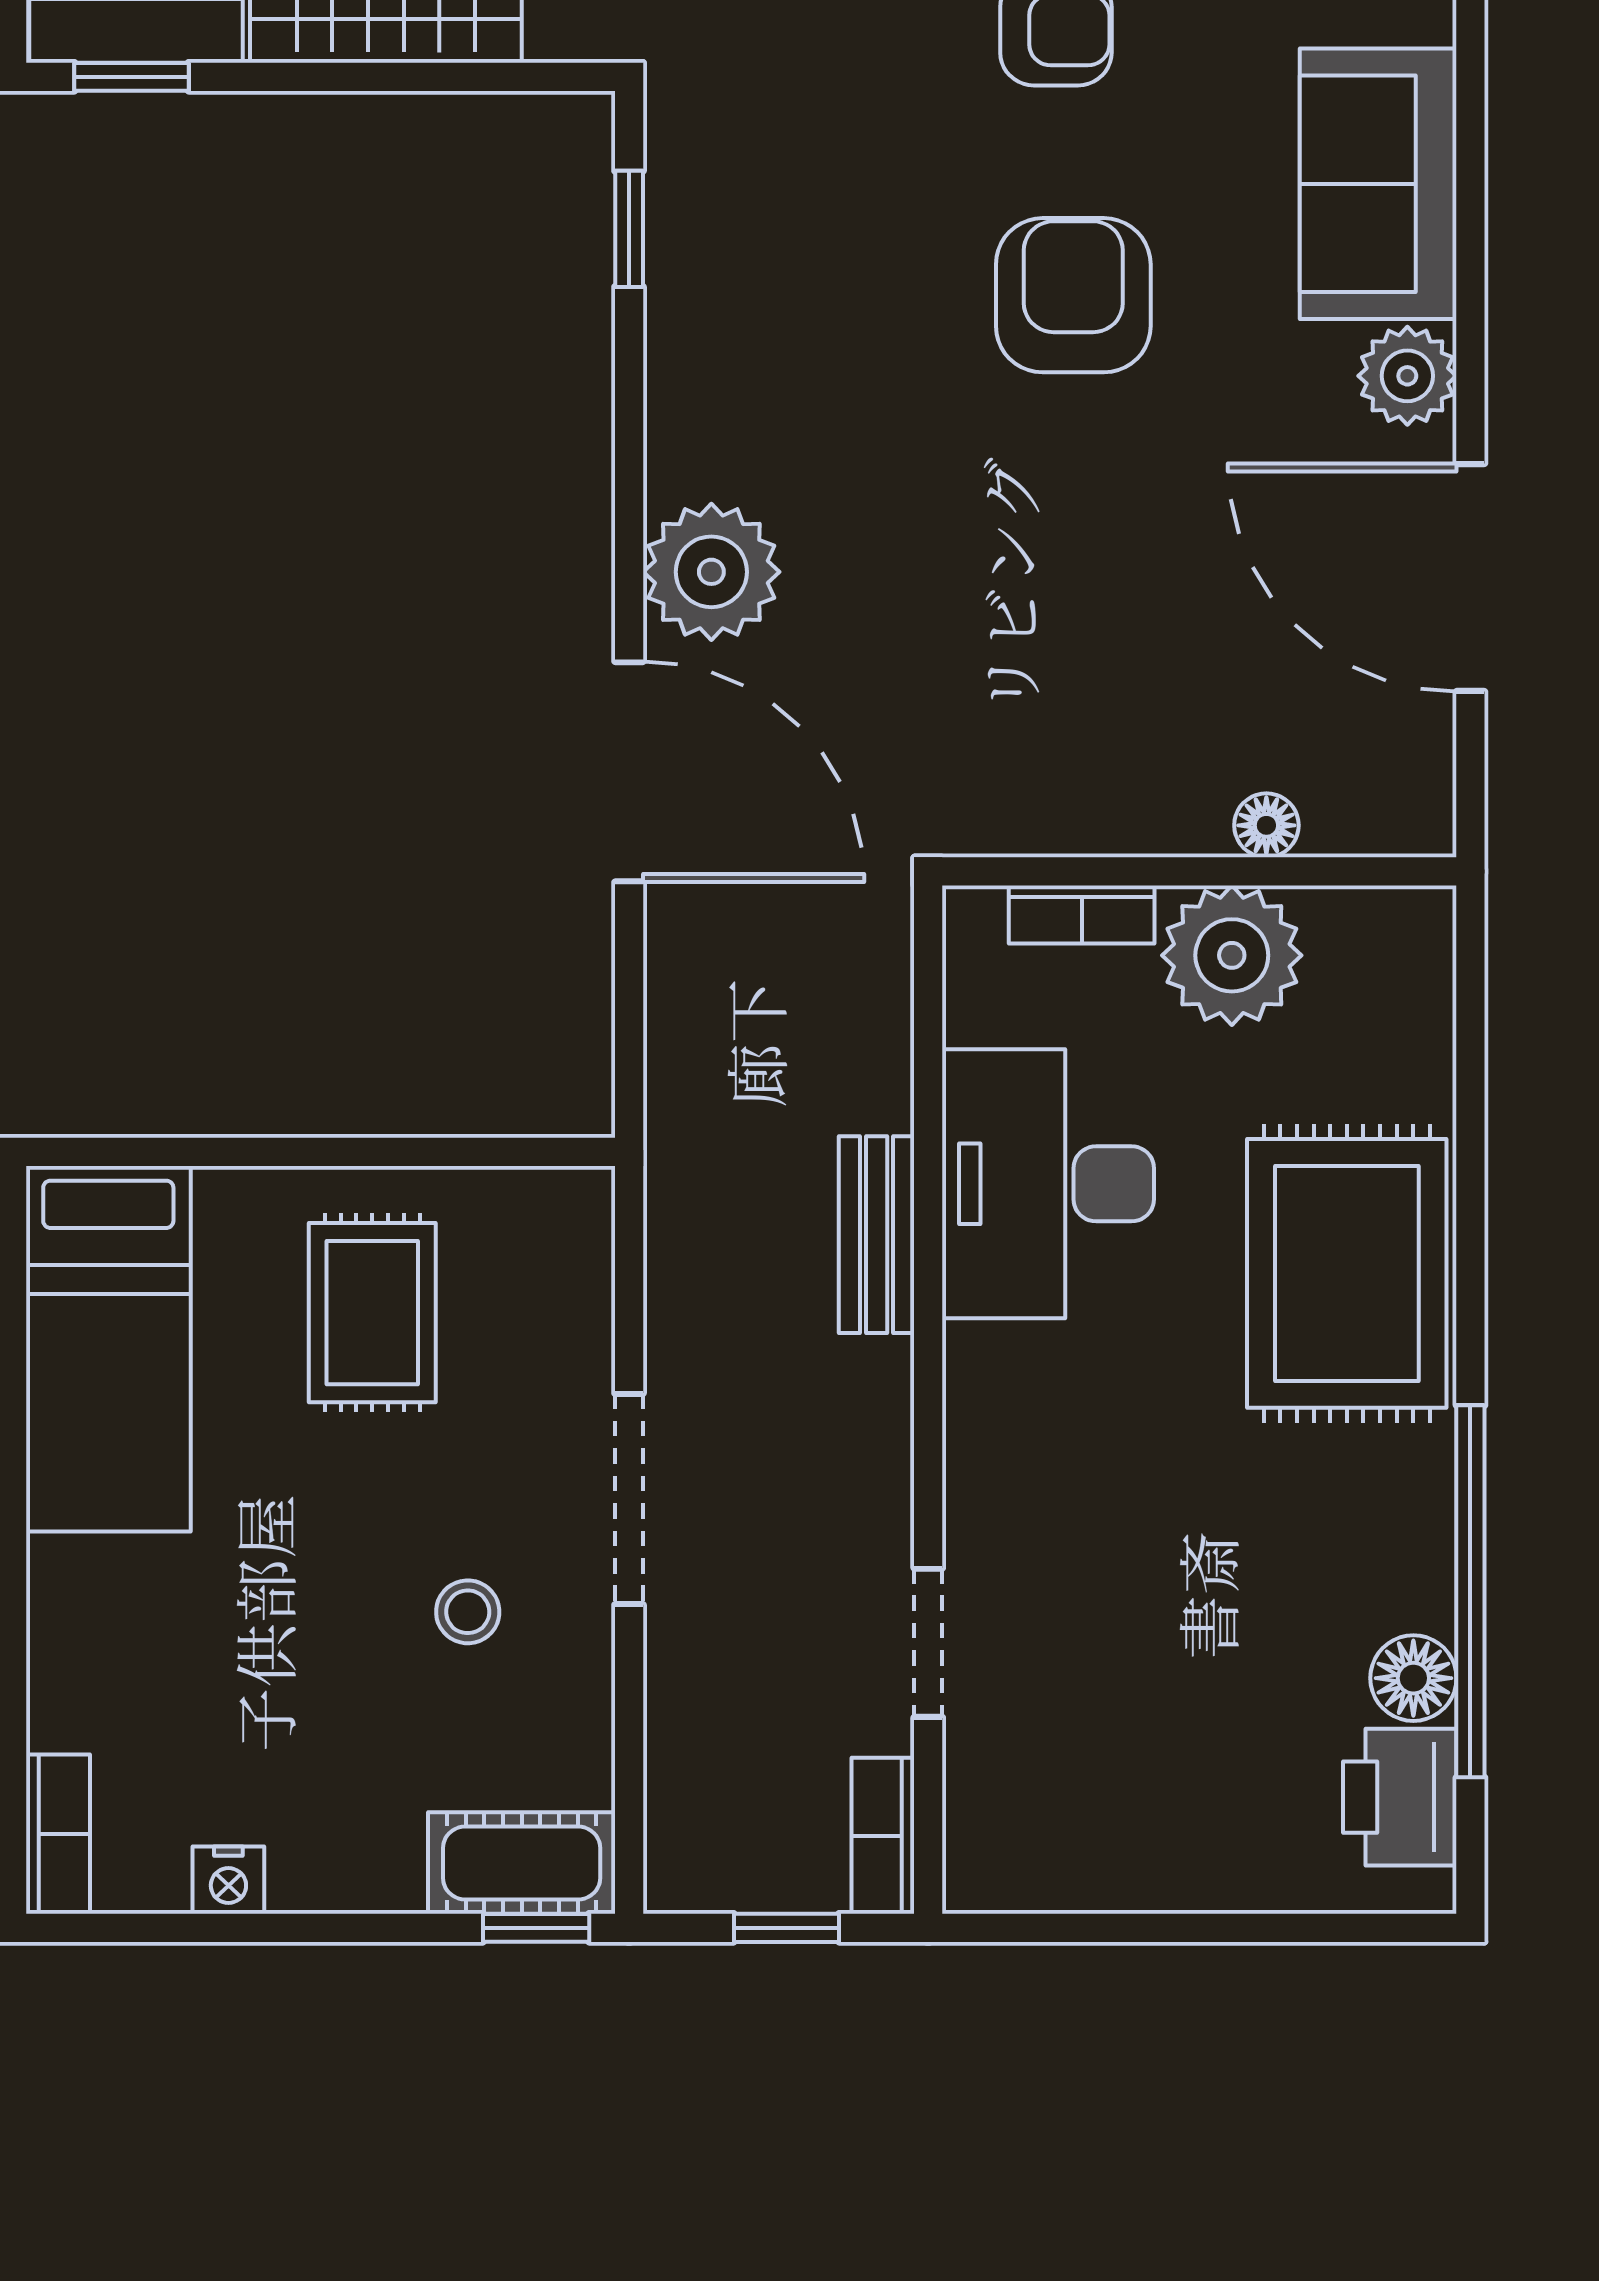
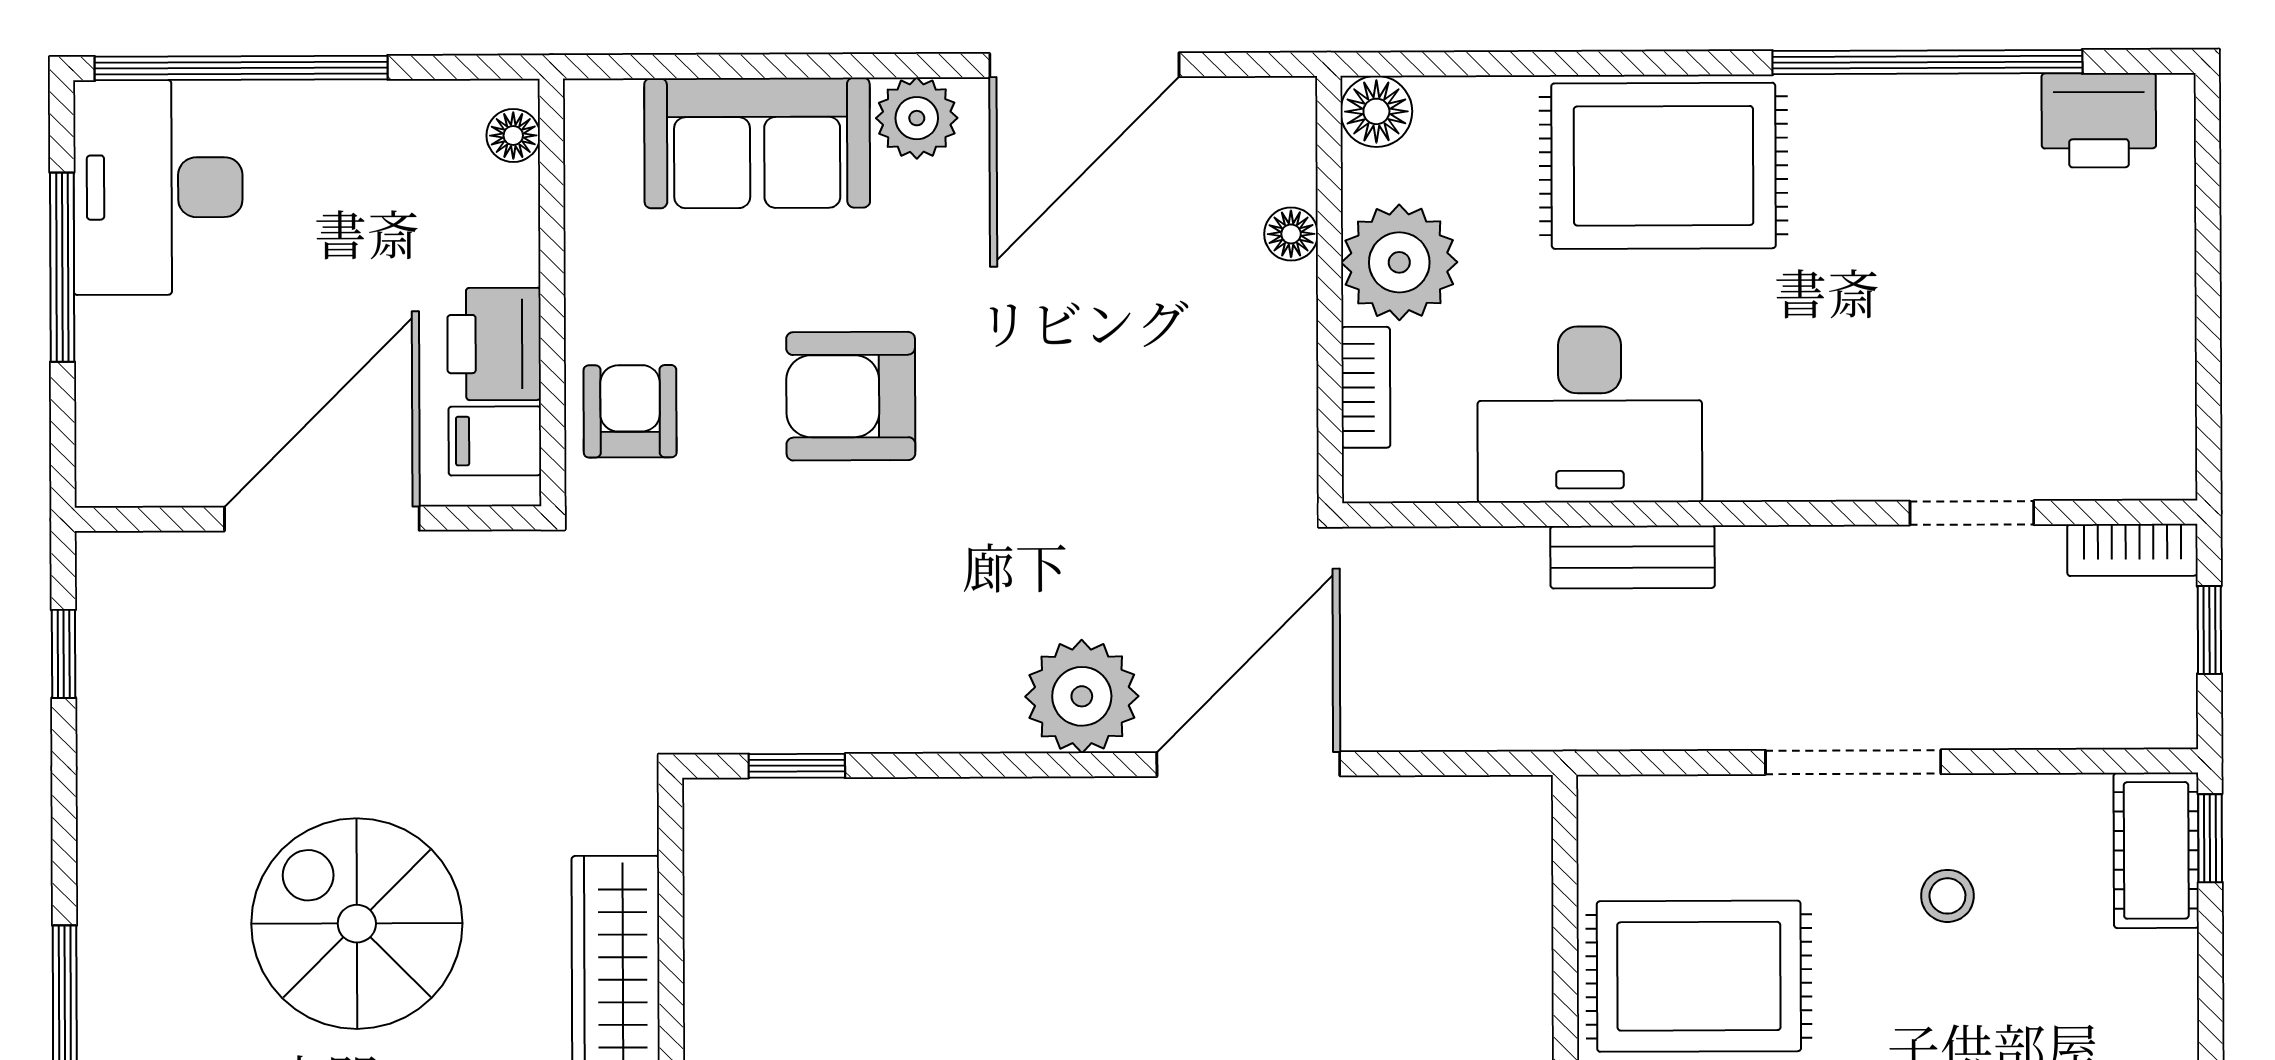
rug: (372, 1313) -> (1699, 976), width x1.36, depth x1.43
floor lamp: (1413, 1678) -> (1376, 111), moved

